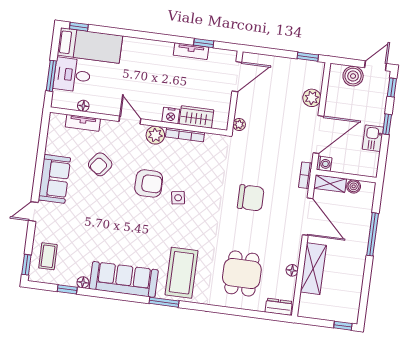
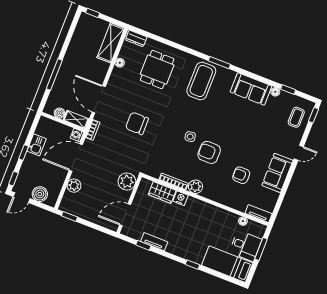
window: (79, 27) -> (192, 265), moved
door: (130, 120) -> (211, 202), removed
tv unit: (83, 123) -> (259, 214), moved
plant: (239, 125) -> (127, 181), width x1.88, depth x1.88
armchair: (100, 164) -> (241, 175), turned -127
shelving: (313, 269) -> (111, 43), moved
sofa: (124, 279) -> (251, 89), width x0.73

